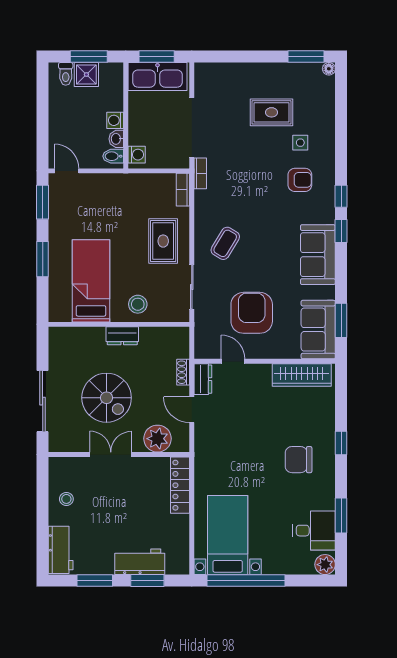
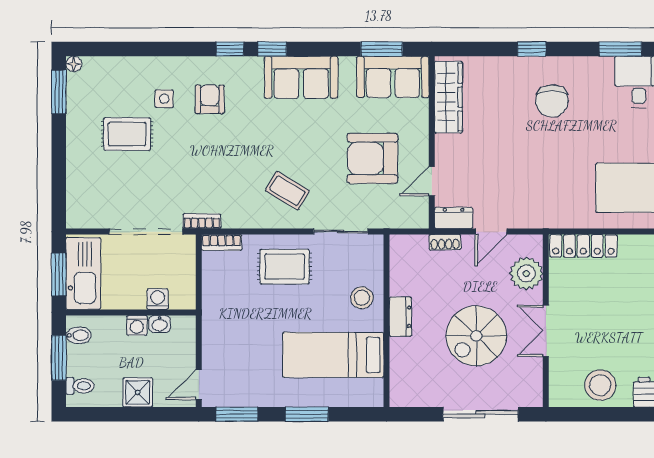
shower: (86, 74) -> (138, 392), moved
rug: (272, 112) -> (127, 134), turned 90
washing machine: (137, 155) -> (158, 299), moved
bidet: (113, 156) -> (79, 335), moved, turned -90
spiral stairs: (107, 398) -> (476, 336), turned 180
stool: (66, 499) -> (600, 385), width x1.89, depth x1.89

